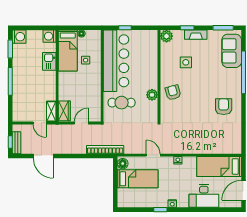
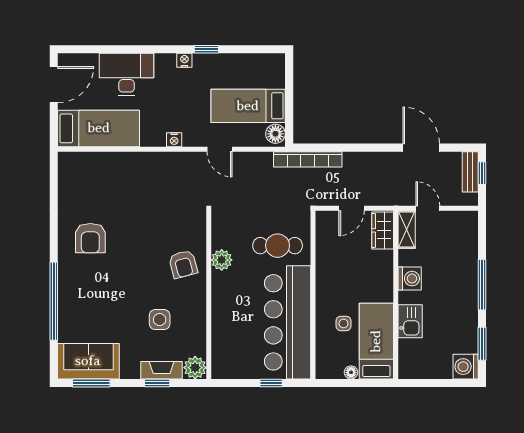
fireplace: (196, 35) -> (162, 370), moved
washing machine: (50, 36) -> (410, 279), moved
sofa: (232, 51) -> (88, 361), moved, turned -90

